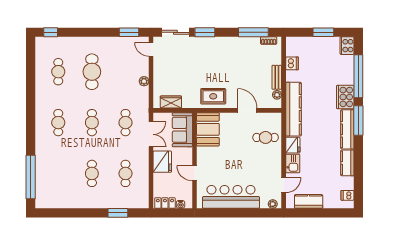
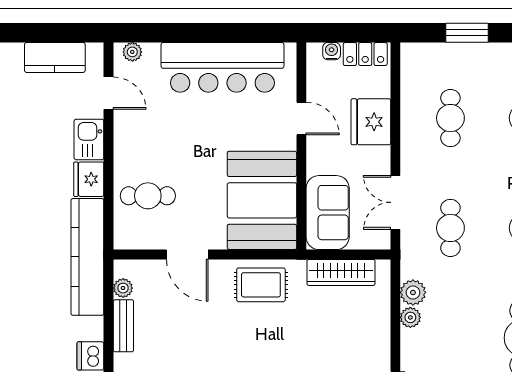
plant: (143, 93) -> (413, 292), added
wardrobe: (171, 102) -> (341, 272), width x1.50
booth: (208, 129) -> (262, 200), width x1.36, depth x1.42
fridge: (162, 162) -> (371, 122), moved
door: (284, 185) -> (109, 93), swing flipped

